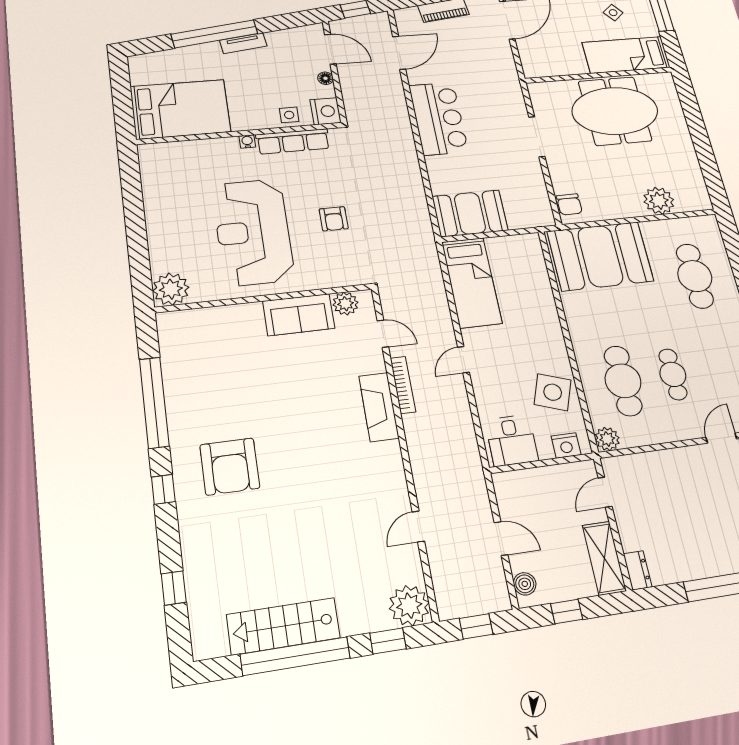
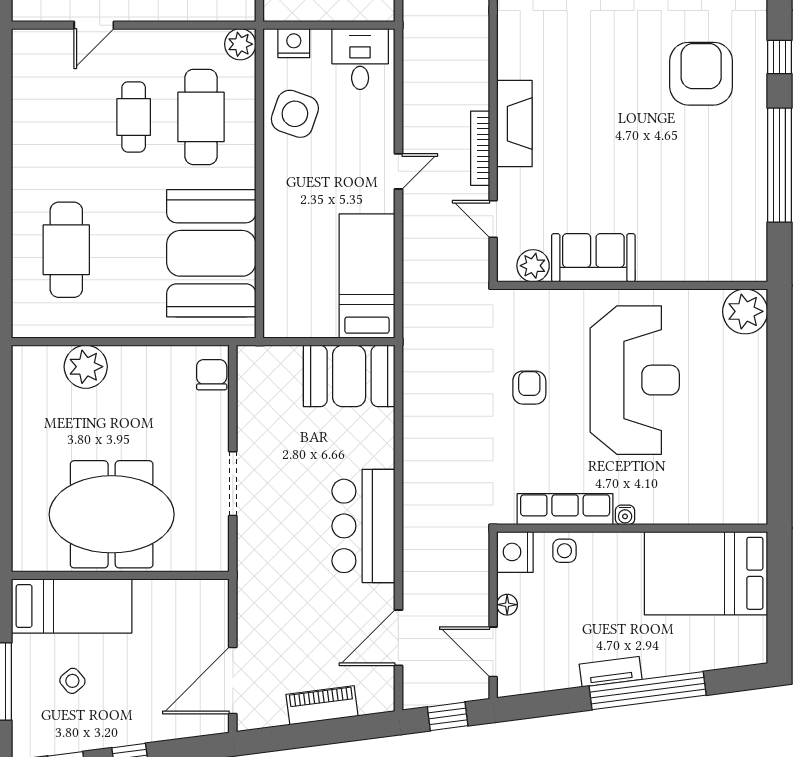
booth: (600, 256) -> (211, 253), moved, turned 90

